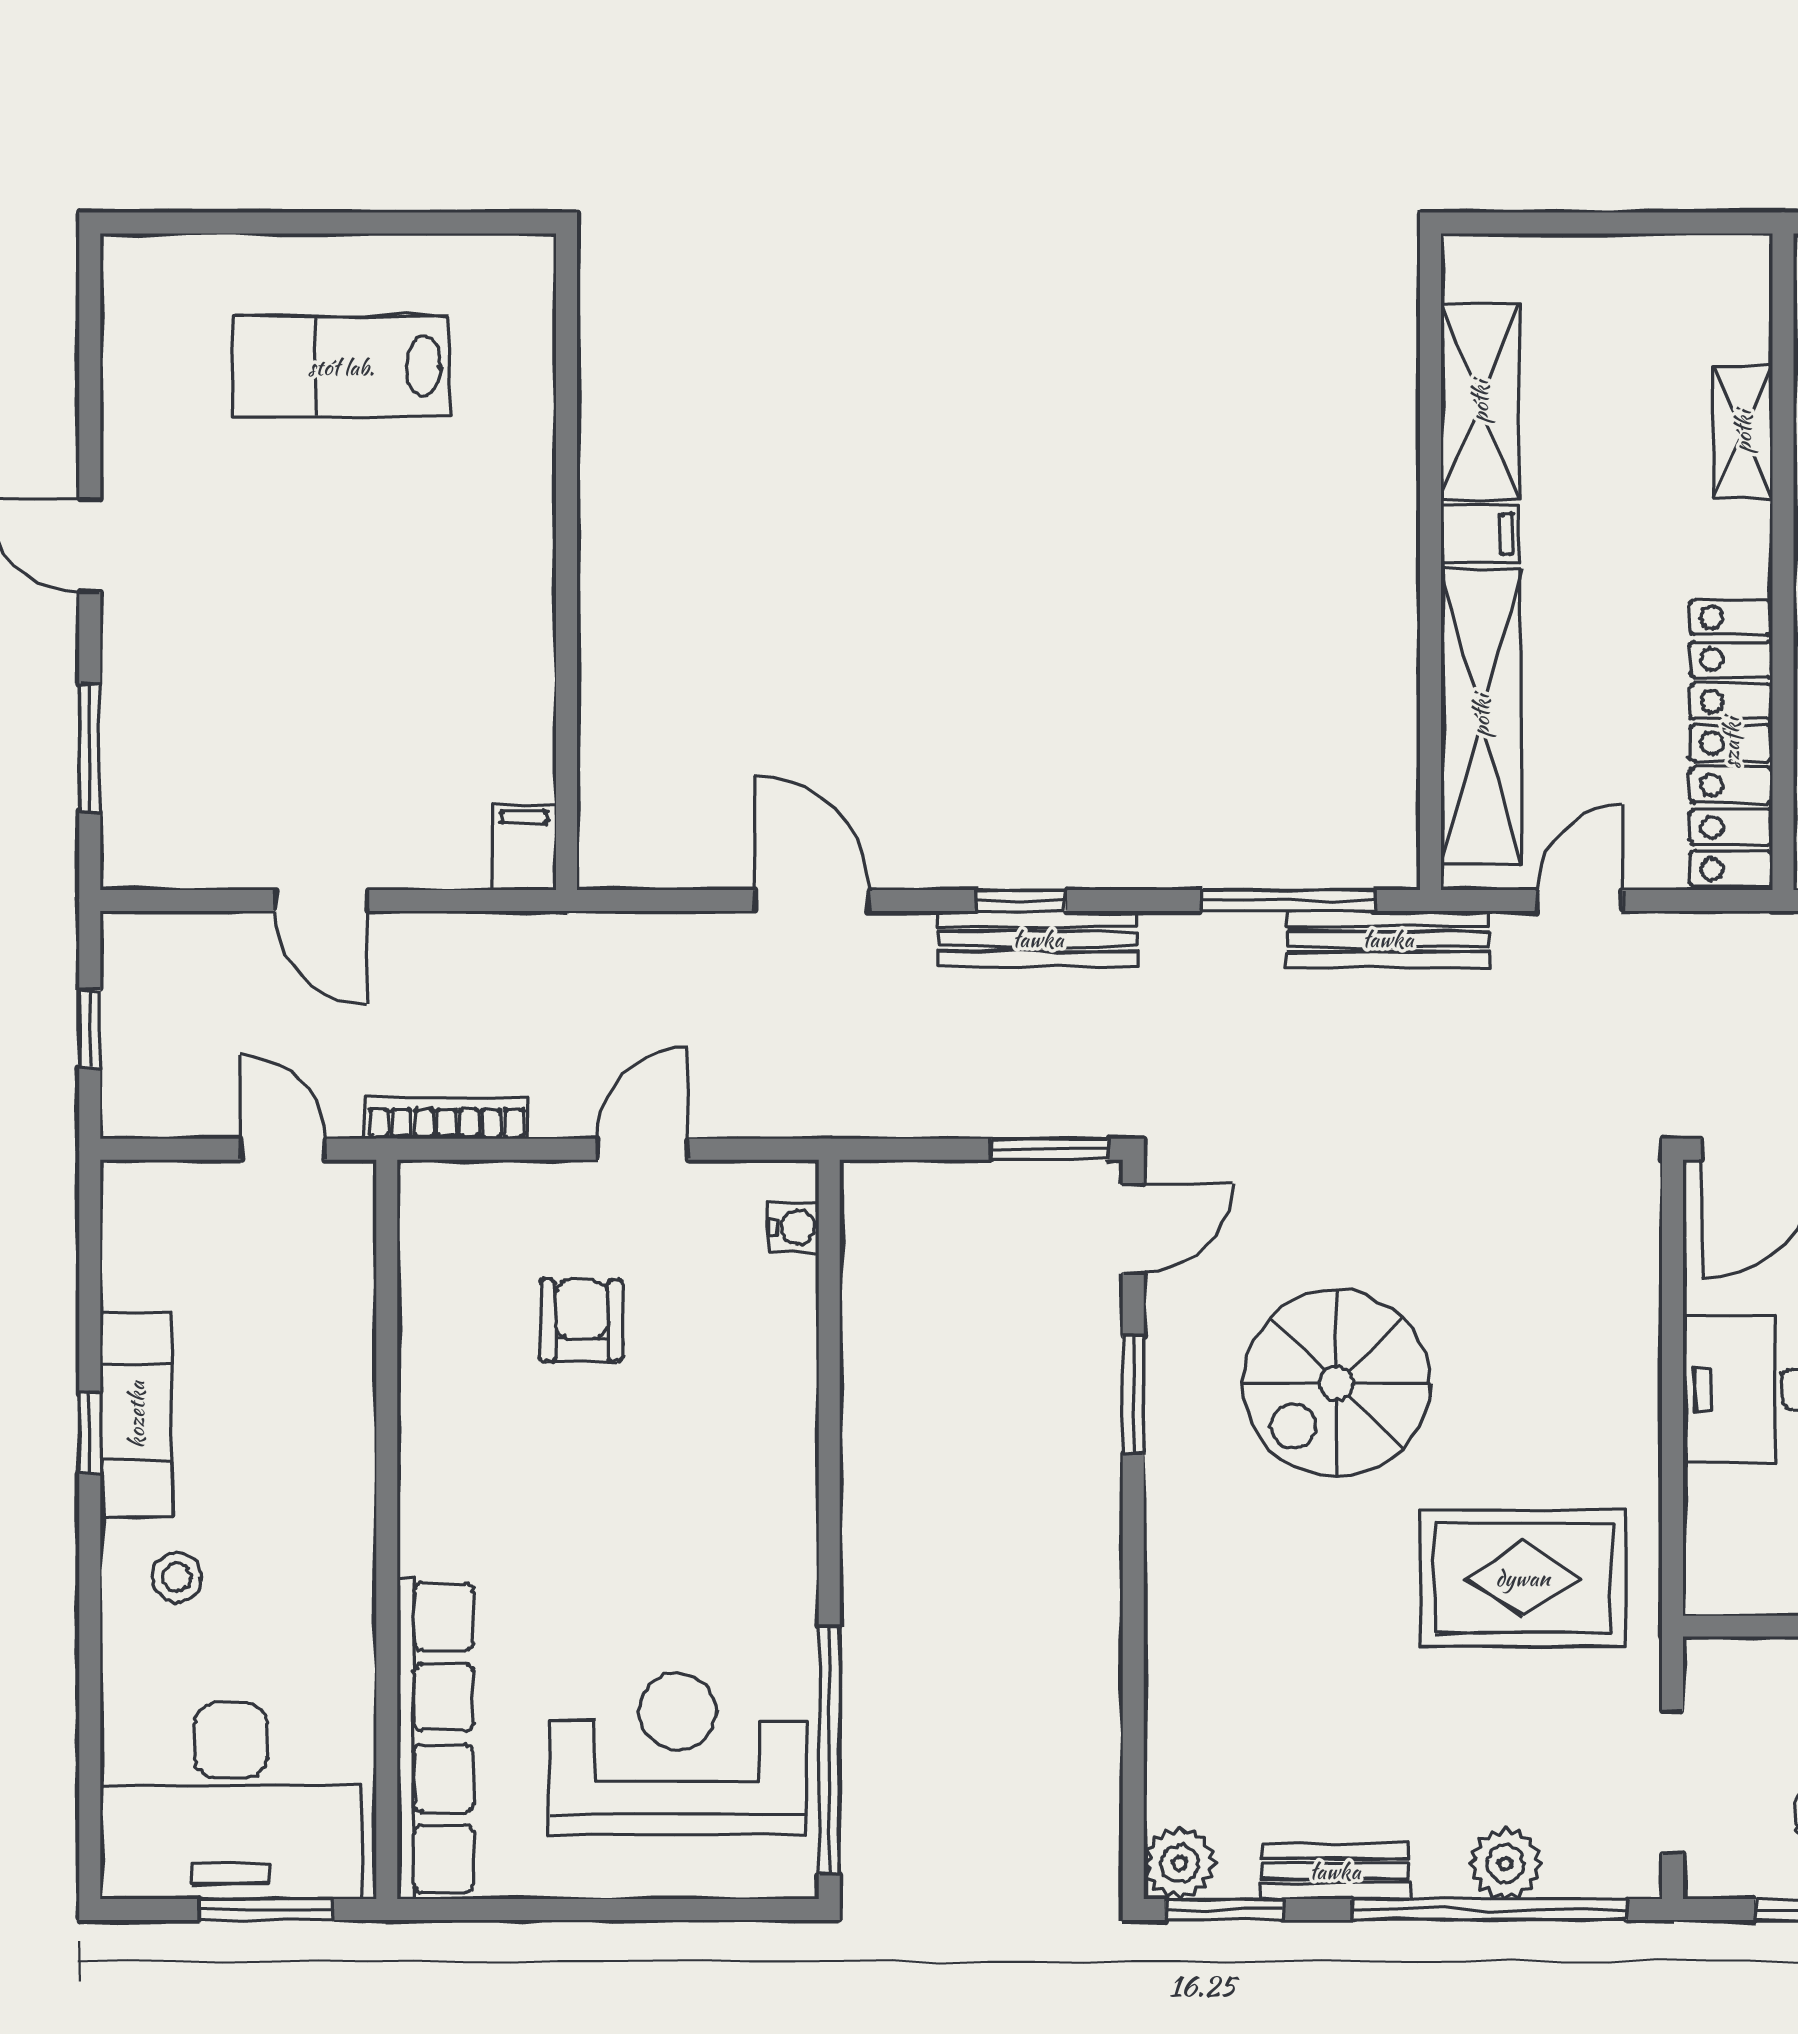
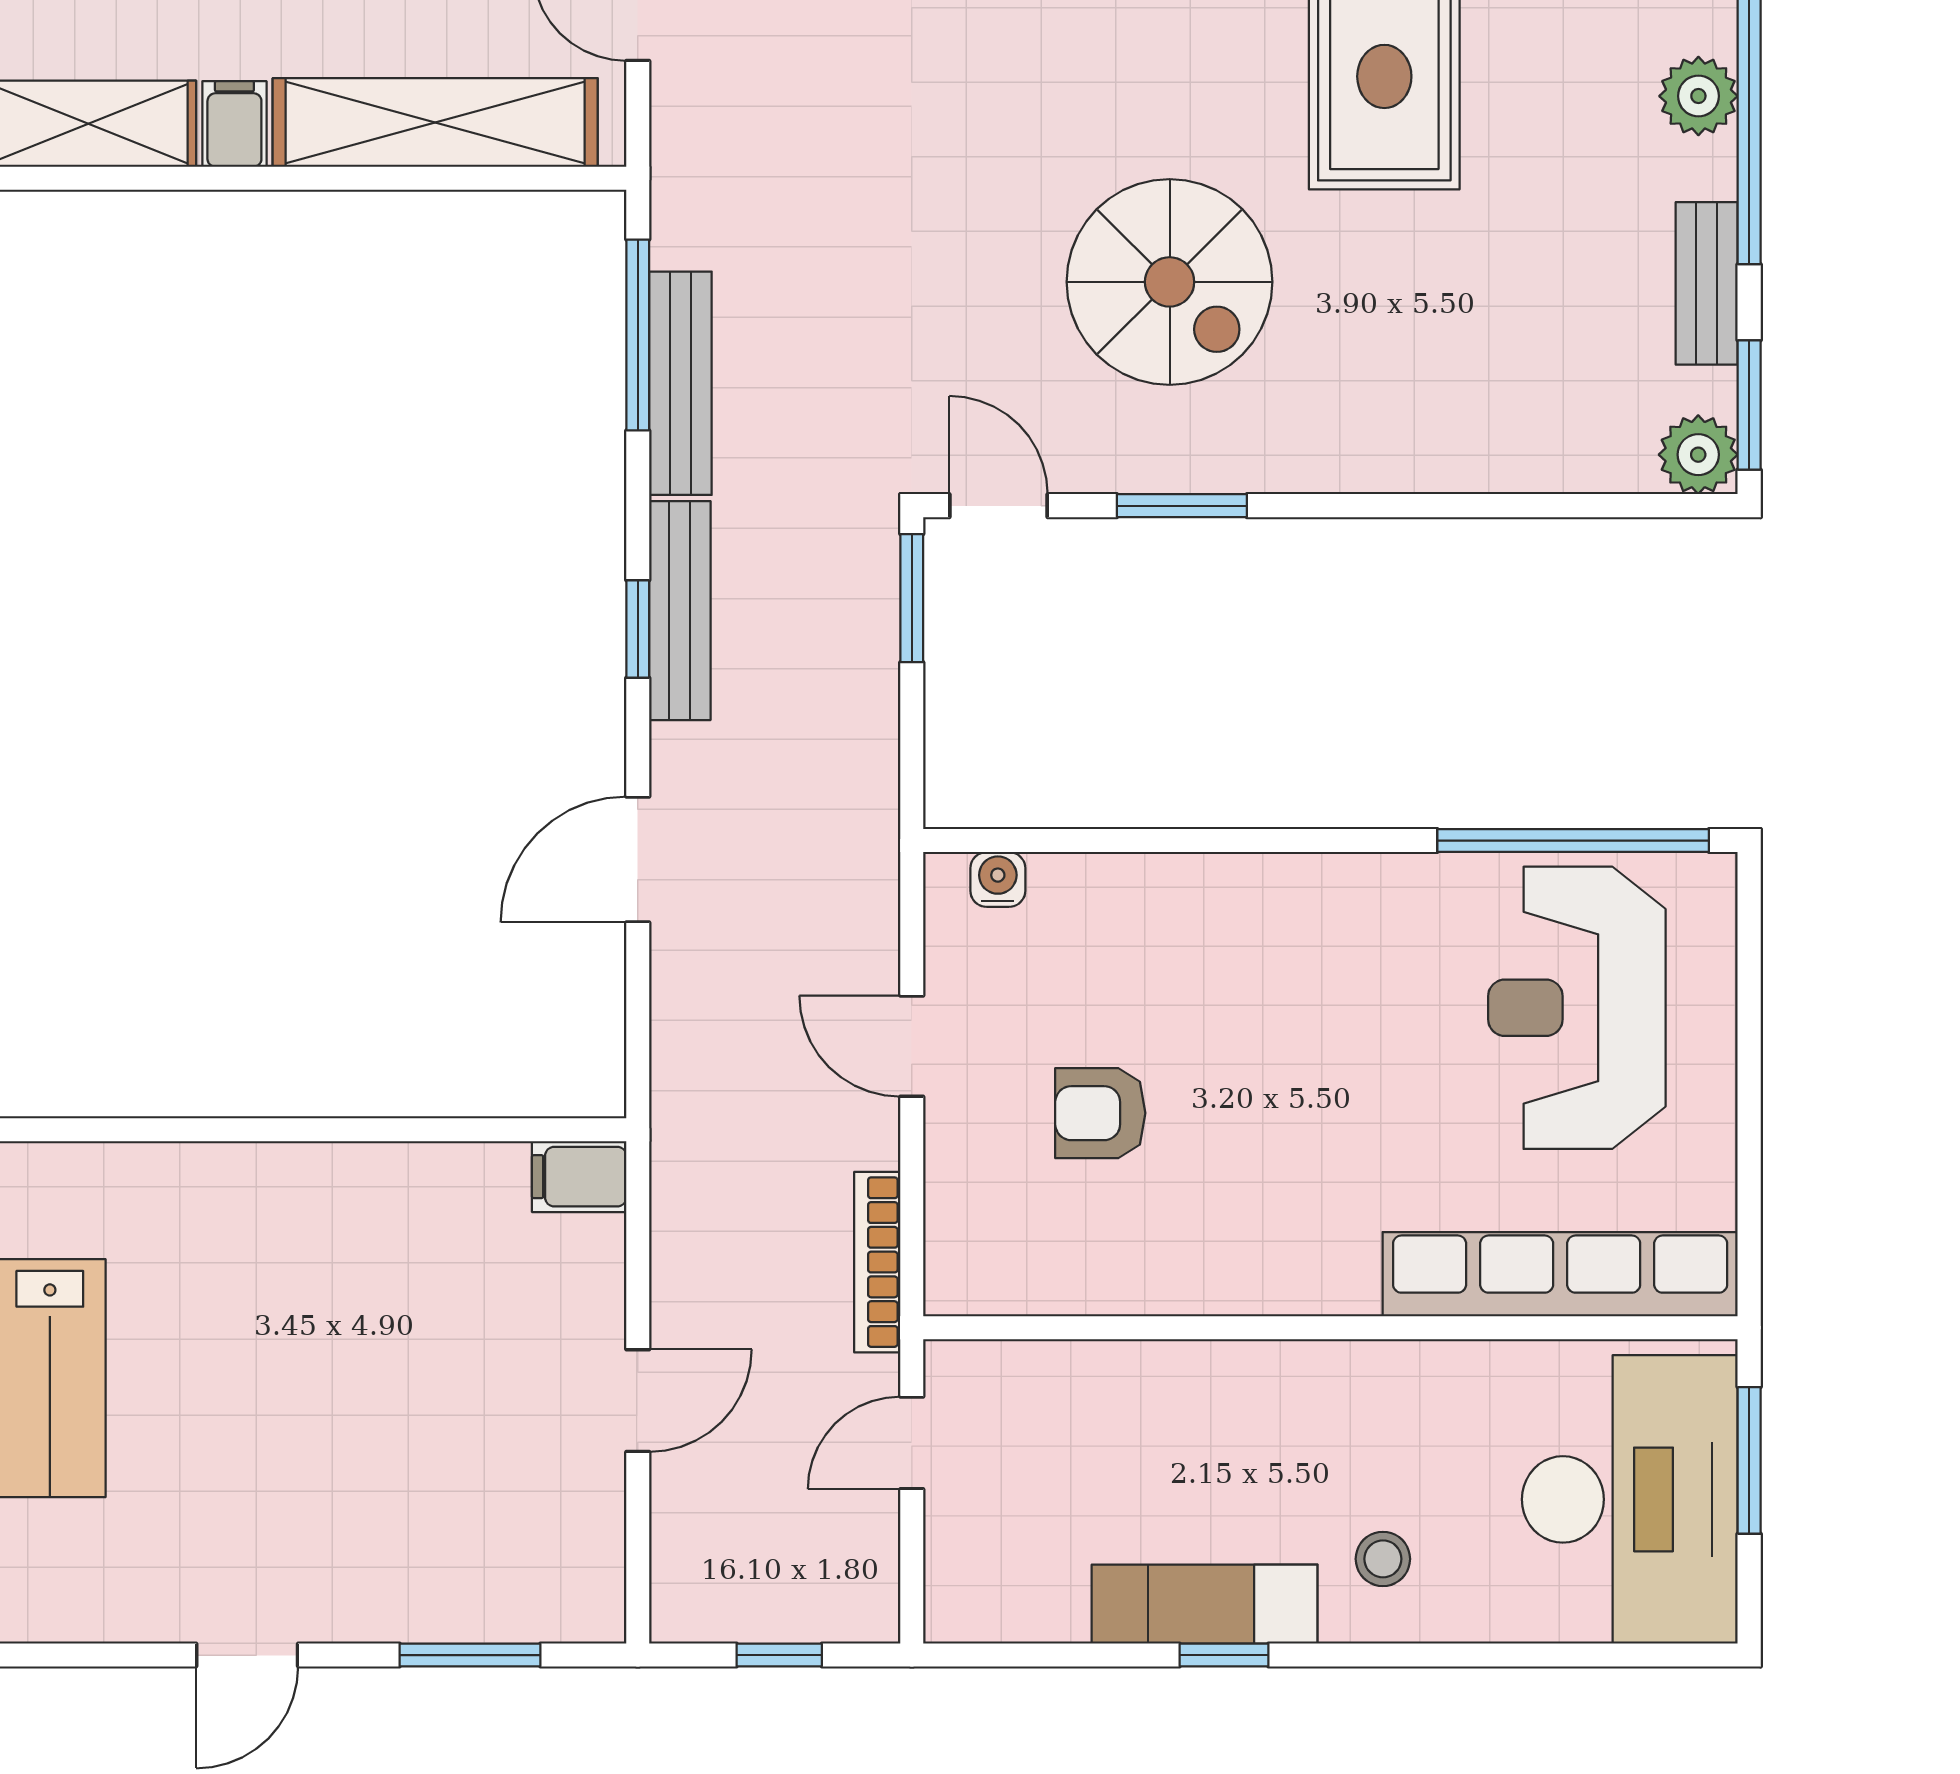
bench: (1388, 939) -> (680, 383), moved

